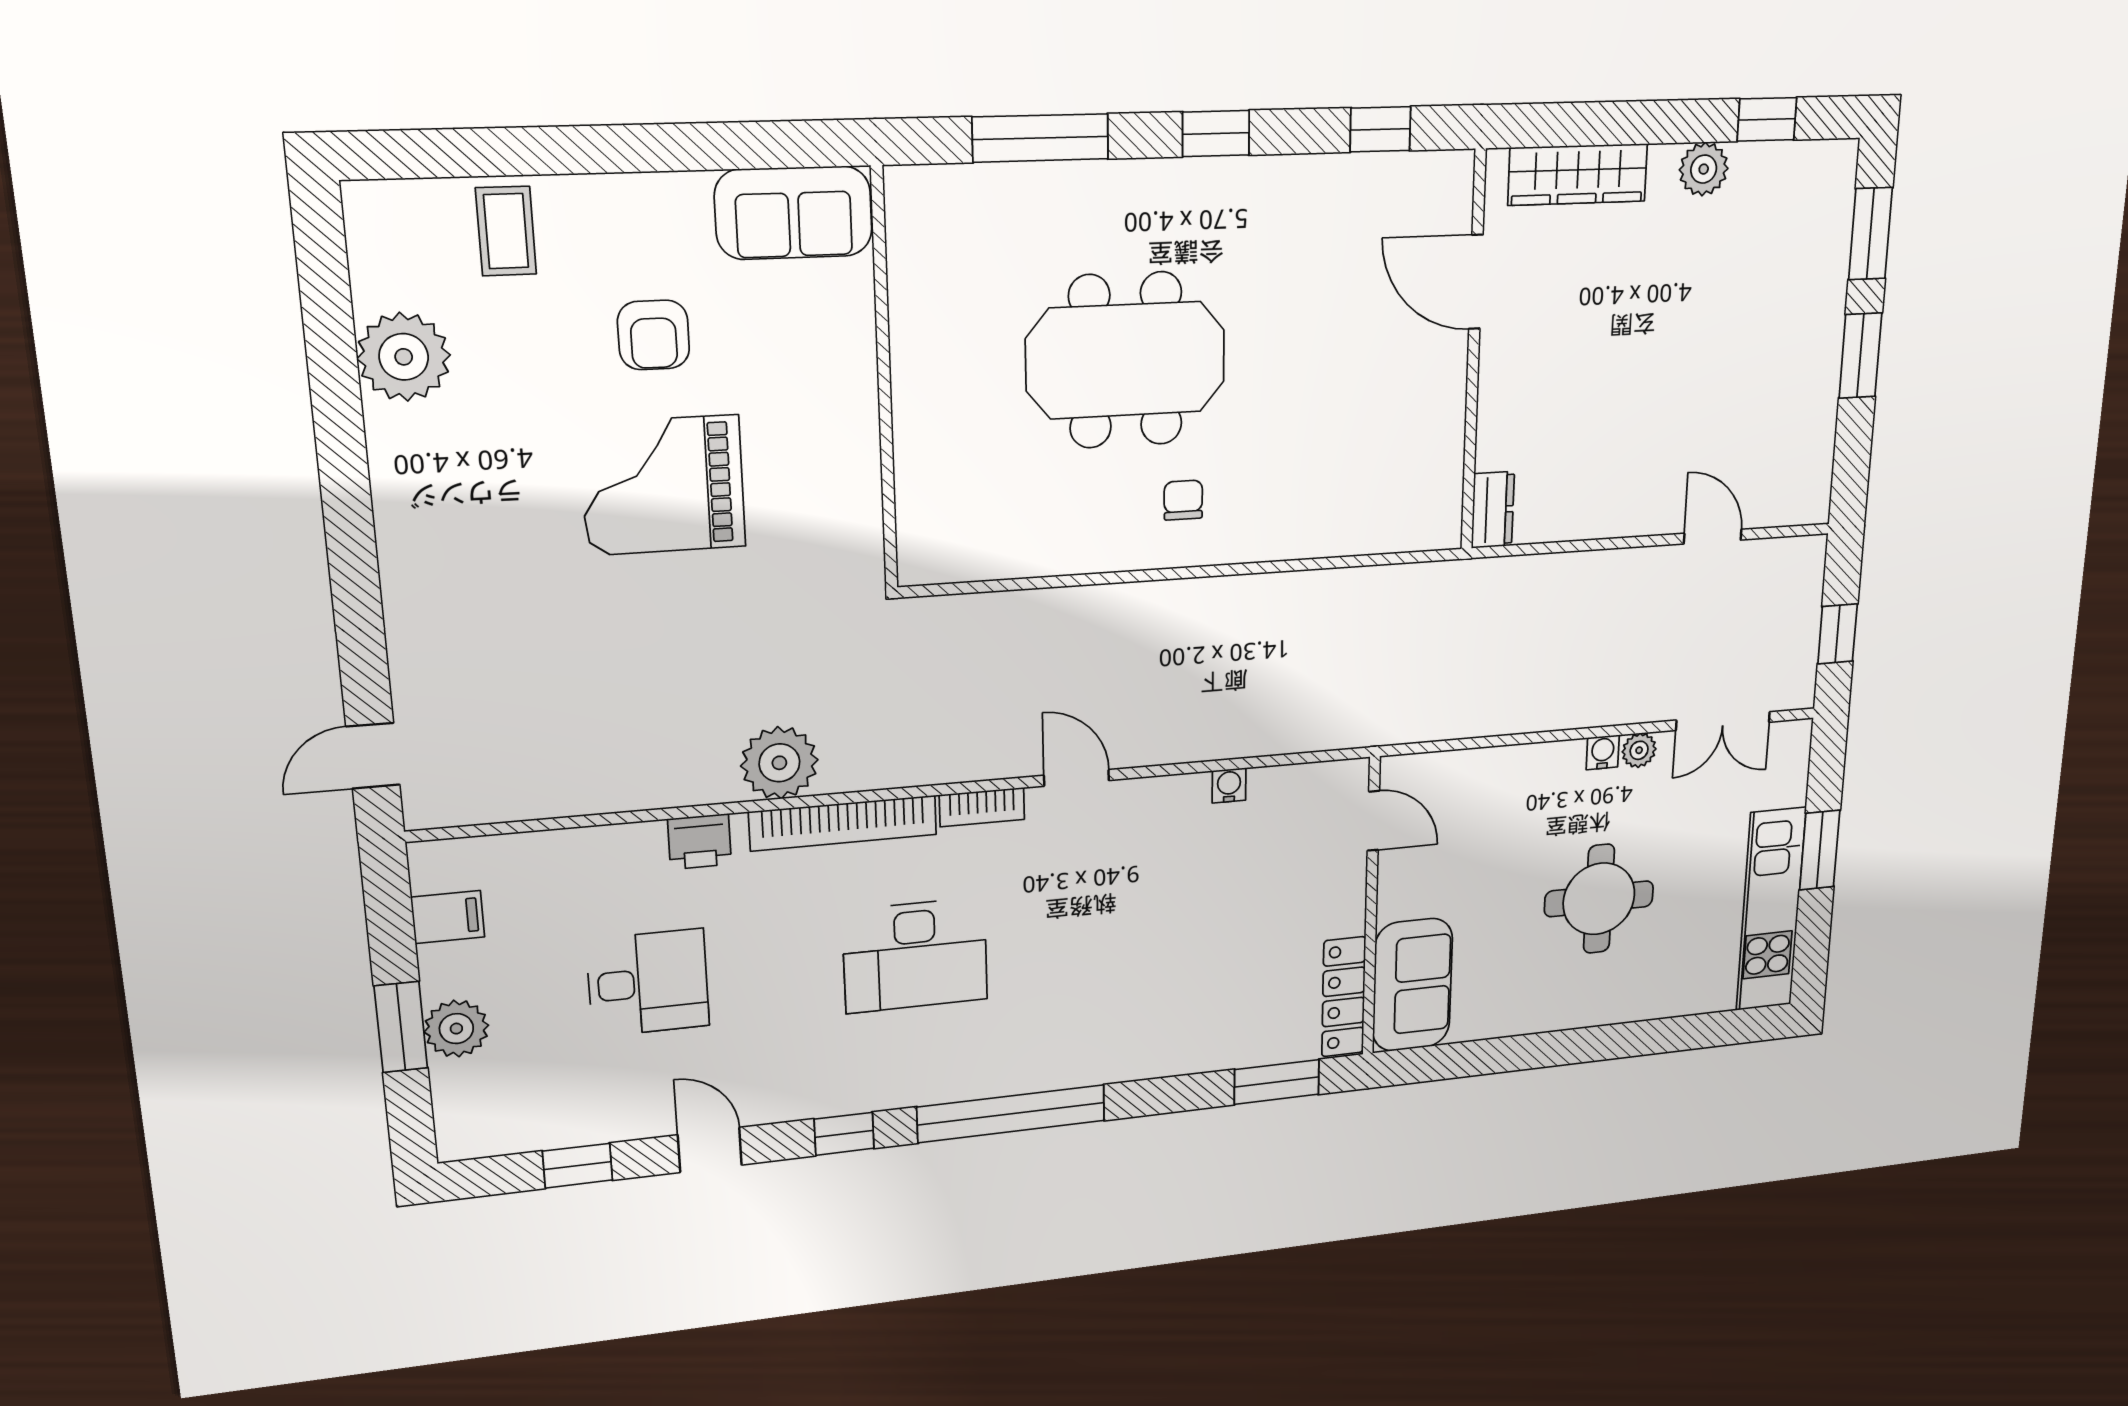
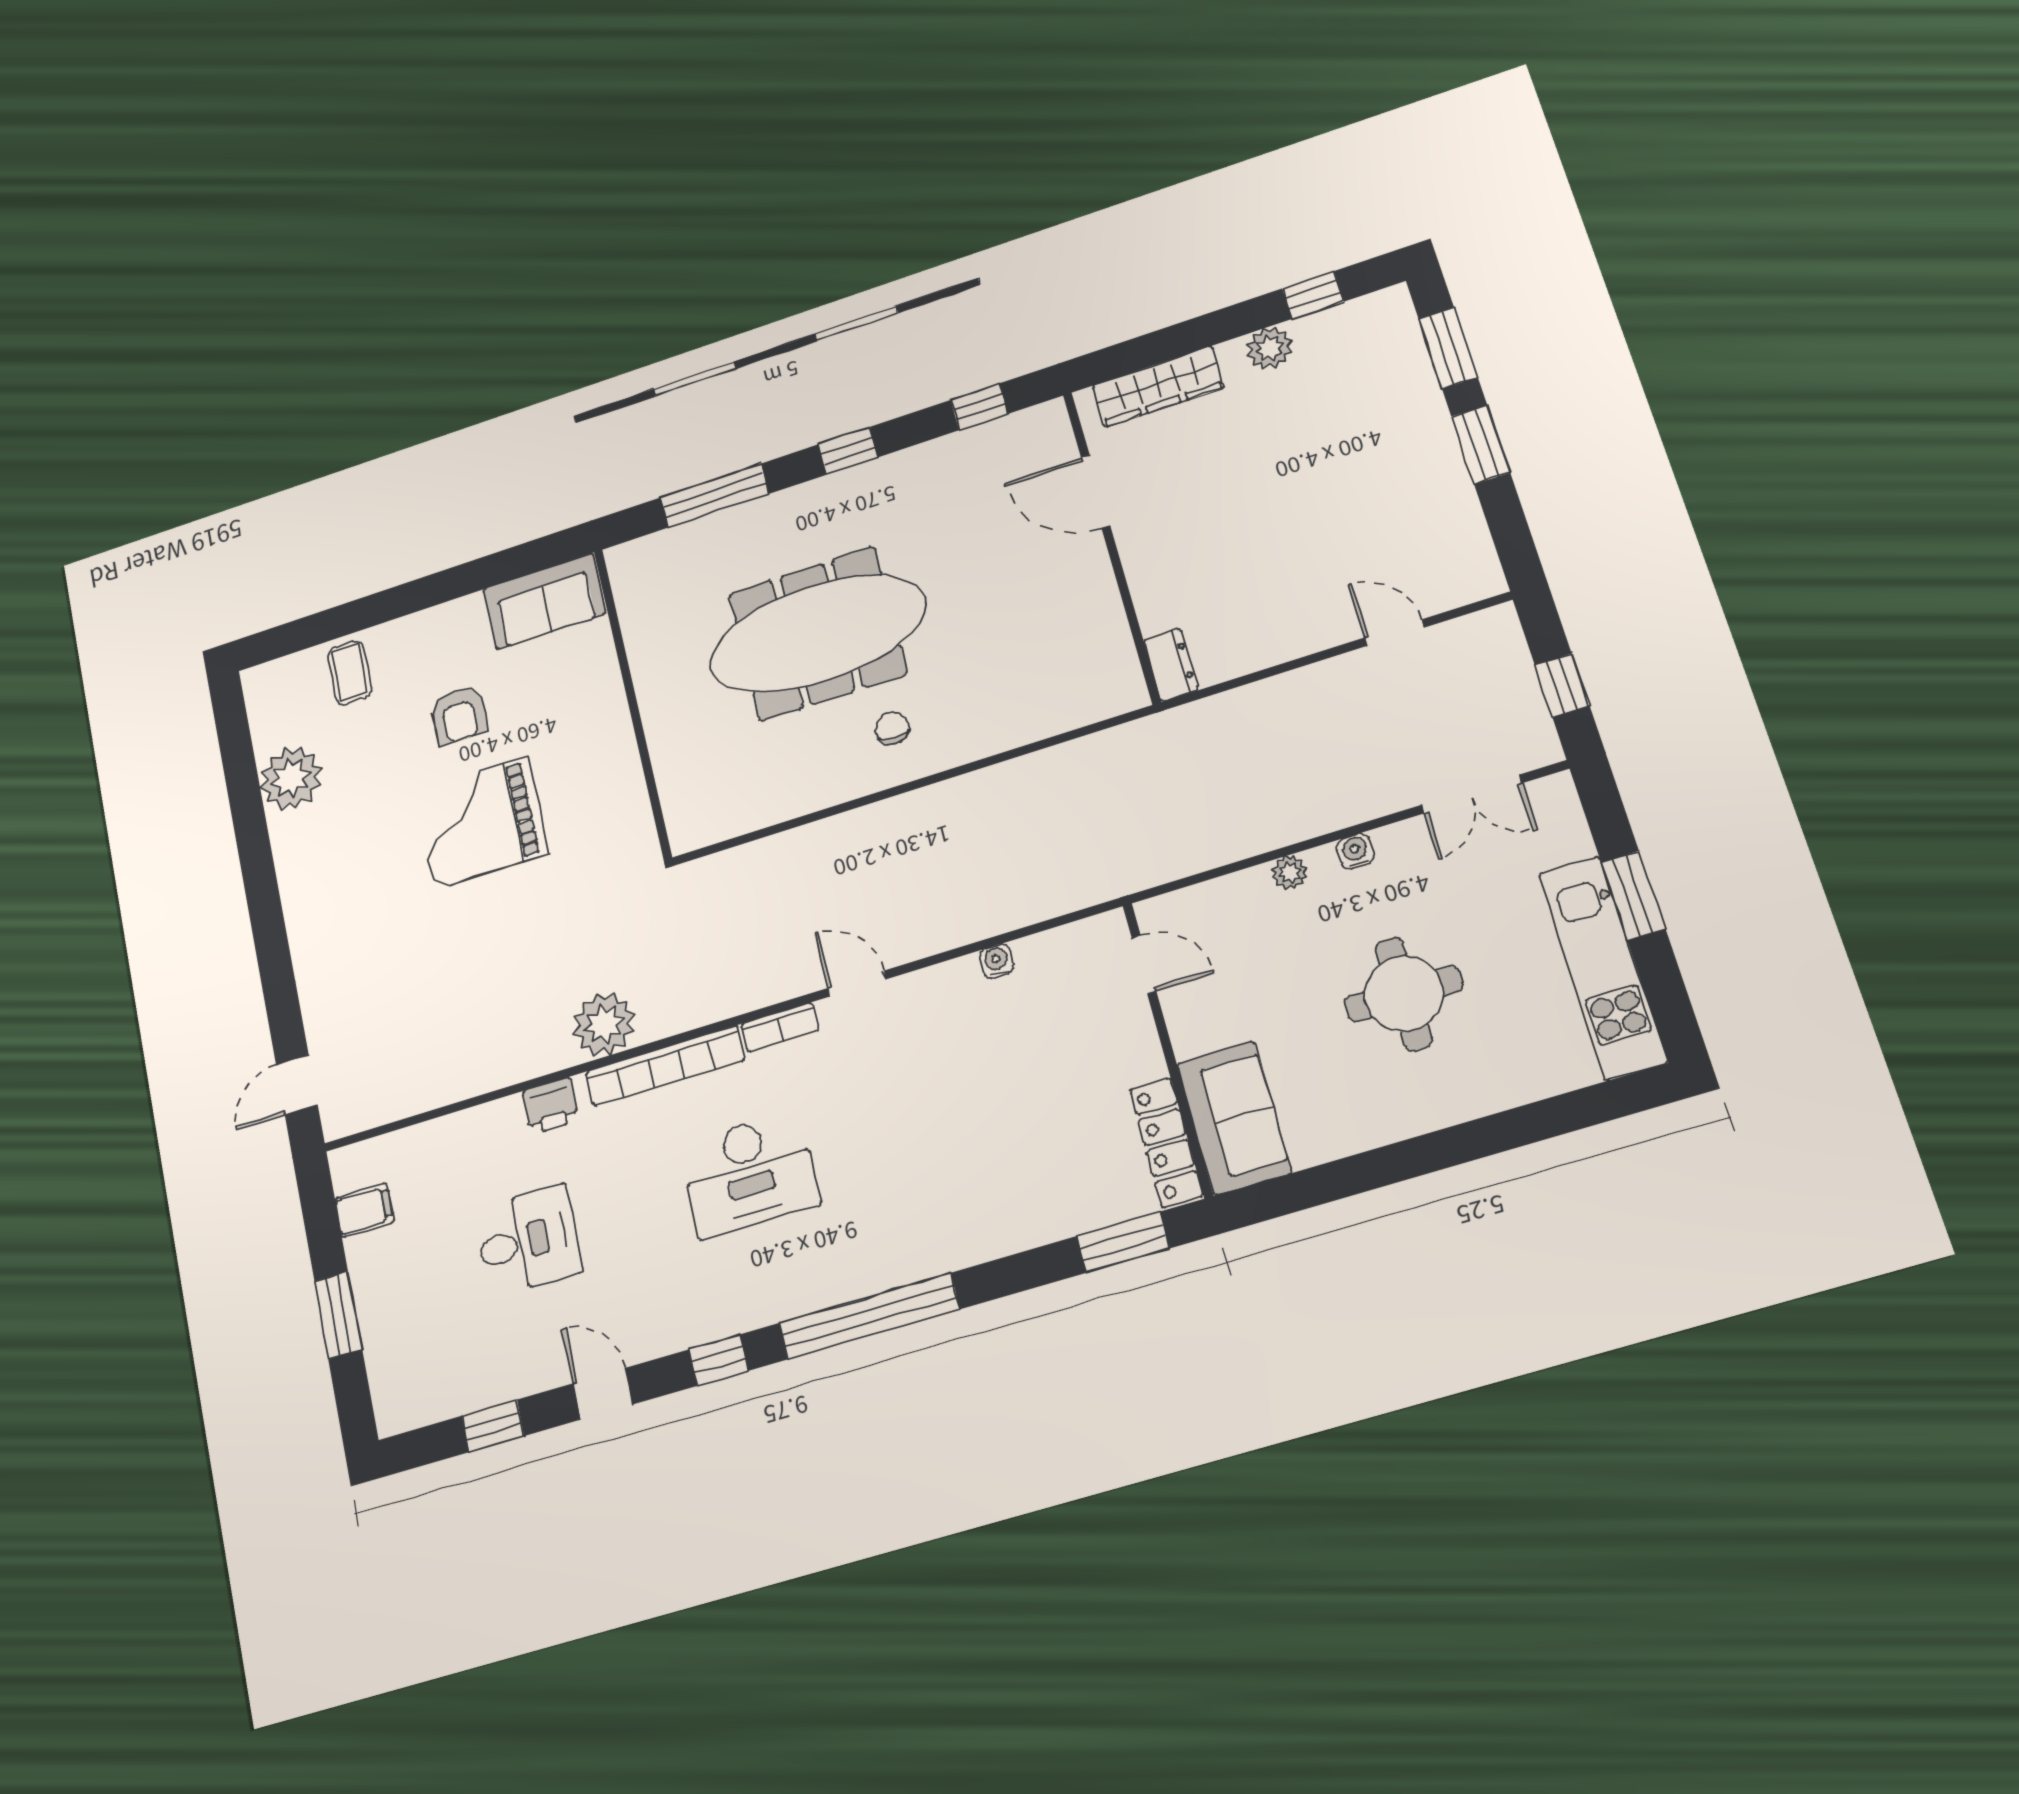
meeting table: (1126, 360) -> (817, 634), width x1.36
plant: (1639, 750) -> (1290, 873), moved
plant: (456, 1029) -> (381, 1309), removed

